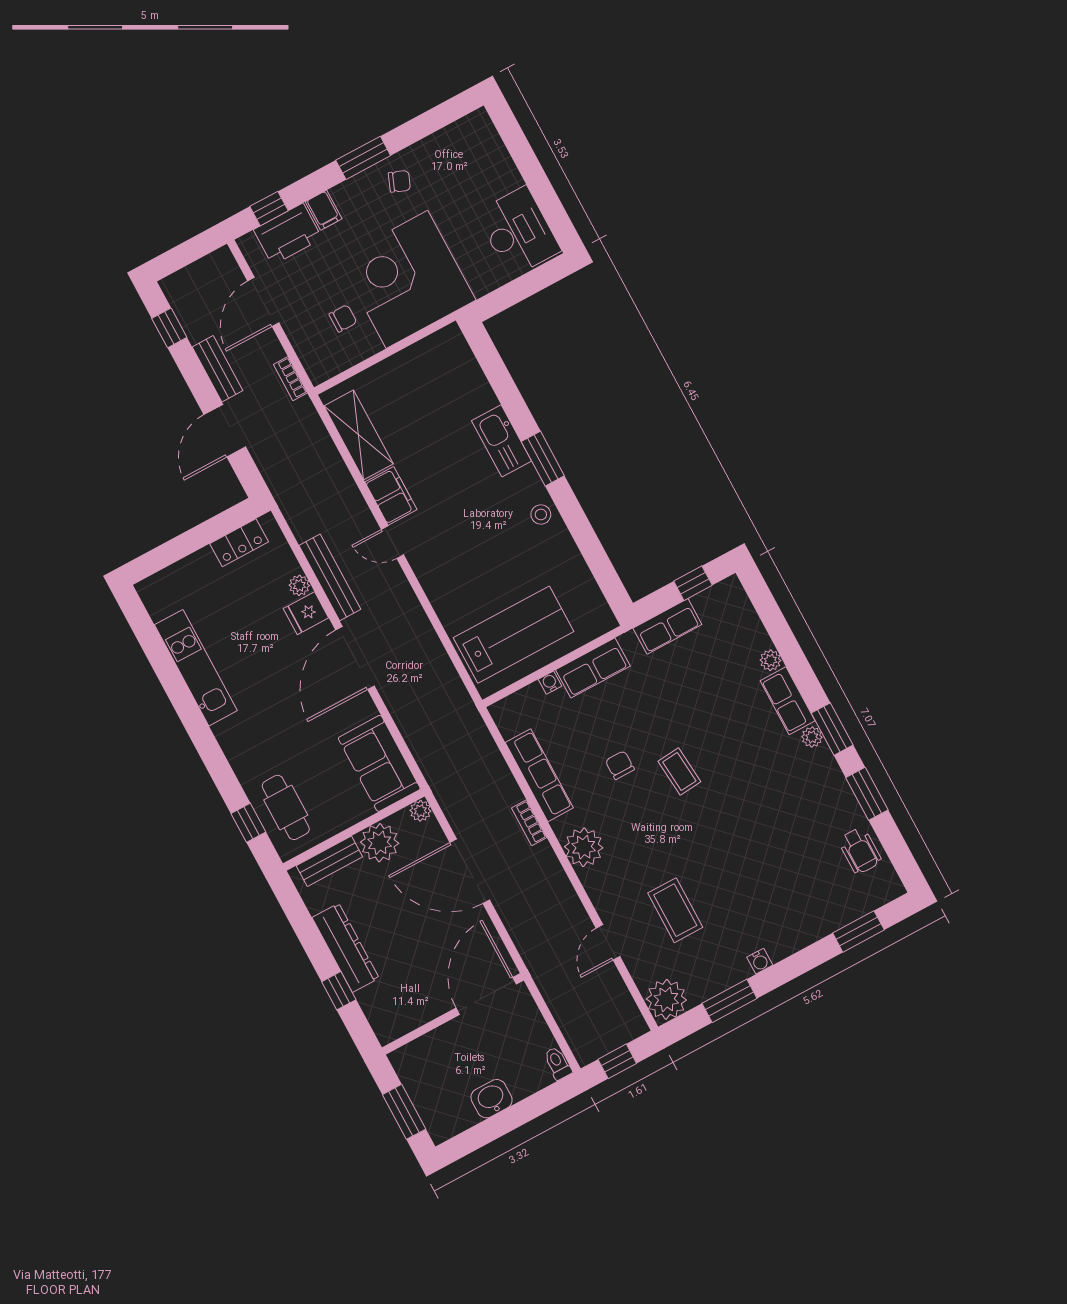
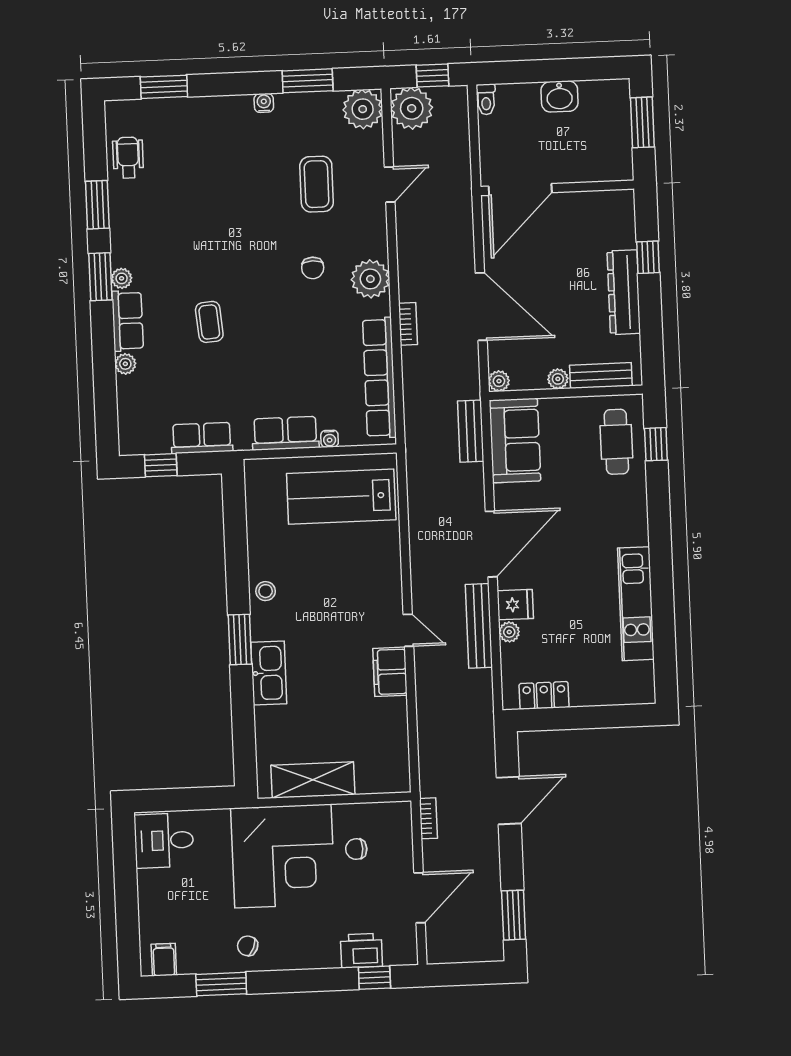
window: (363, 158) -> (221, 984), moved
filing cabinet: (324, 210) -> (164, 960), moved
desk: (518, 232) -> (164, 840), width x0.73
printer: (288, 234) -> (361, 951), width x0.73, depth x0.84
window: (169, 328) -> (514, 915), width x1.50
bench: (218, 369) -> (471, 431), moved
shelving: (359, 435) -> (313, 780), moved, turned 90
chair: (620, 765) -> (313, 268), moved
coffee table: (679, 771) -> (209, 322), moved
row of seats: (539, 775) -> (379, 378), width x1.36
plant: (380, 843) -> (558, 379), width x0.53, depth x0.53
plant: (622, 1022) -> (412, 108), added

